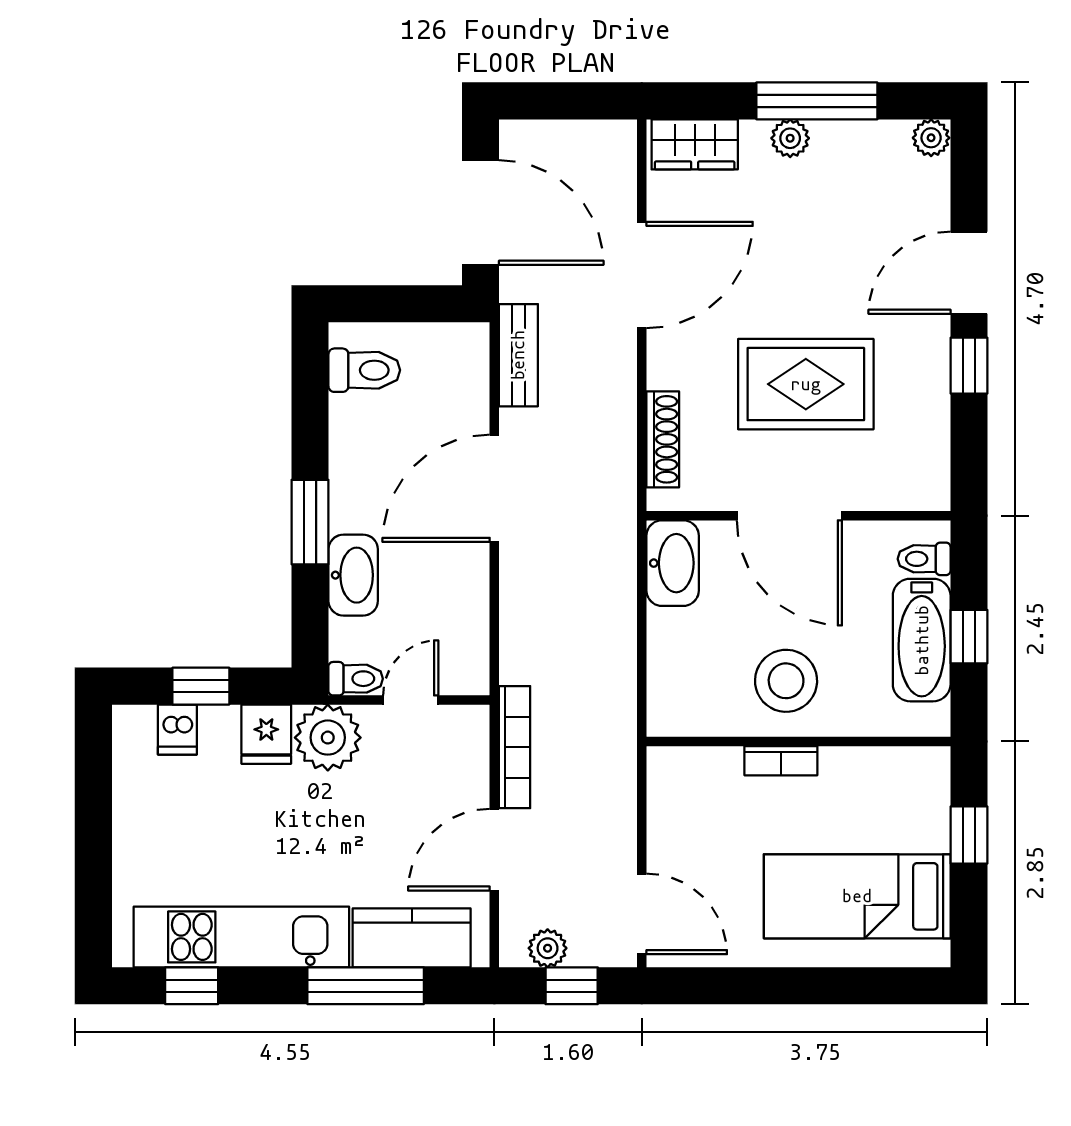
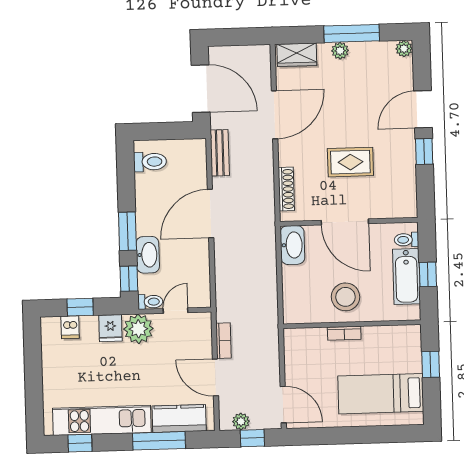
rug: (806, 384) -> (350, 162), width x0.73, depth x0.70
window: (310, 626) -> (129, 279), added
bookcase: (515, 747) -> (224, 341), width x0.64
door: (494, 850) -> (215, 377), hinge flipped

